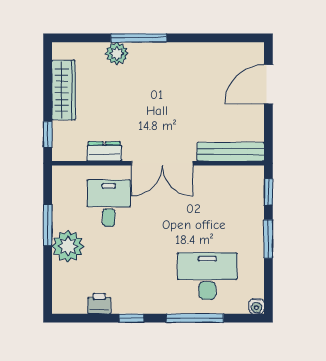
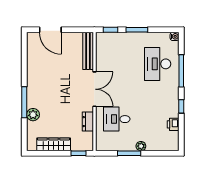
plant: (68, 246) -> (141, 146), width x0.53, depth x0.53

